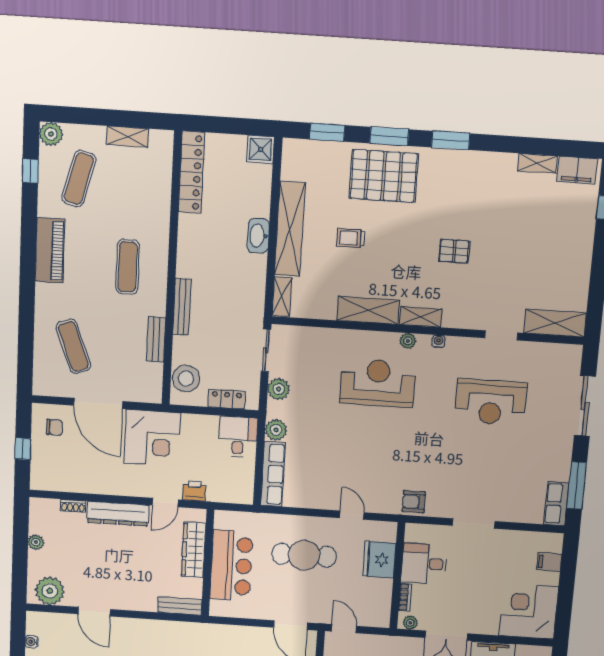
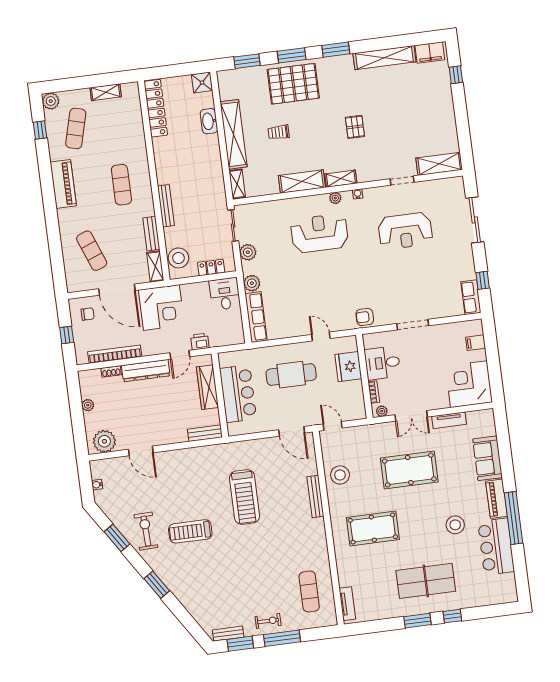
shelving: (538, 163) -> (384, 58), width x2.20, depth x1.33
washbasin: (258, 236) -> (209, 121), moved
pallet: (454, 251) -> (355, 127), turned 90
shelving: (154, 383) -> (155, 266), added
bookcase: (81, 485) -> (115, 354), added
window: (577, 486) -> (483, 280), width x0.46

